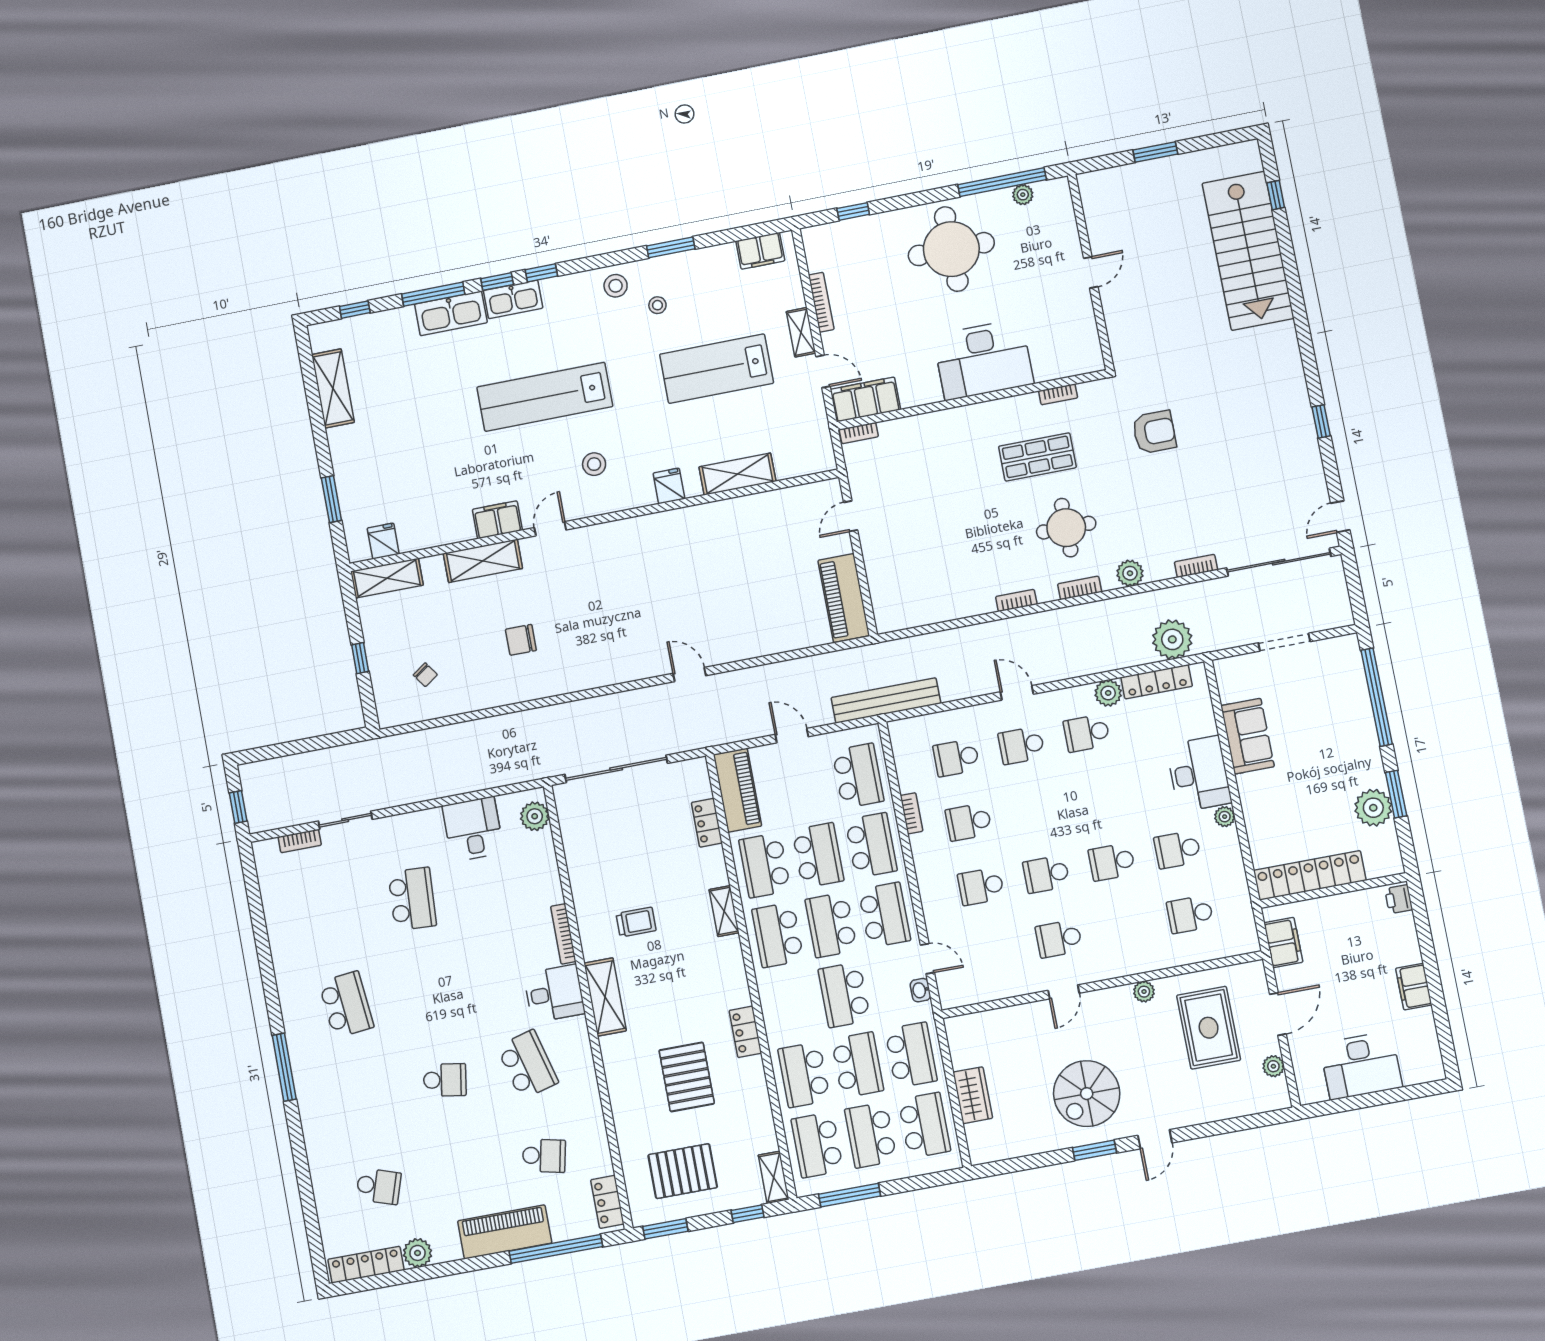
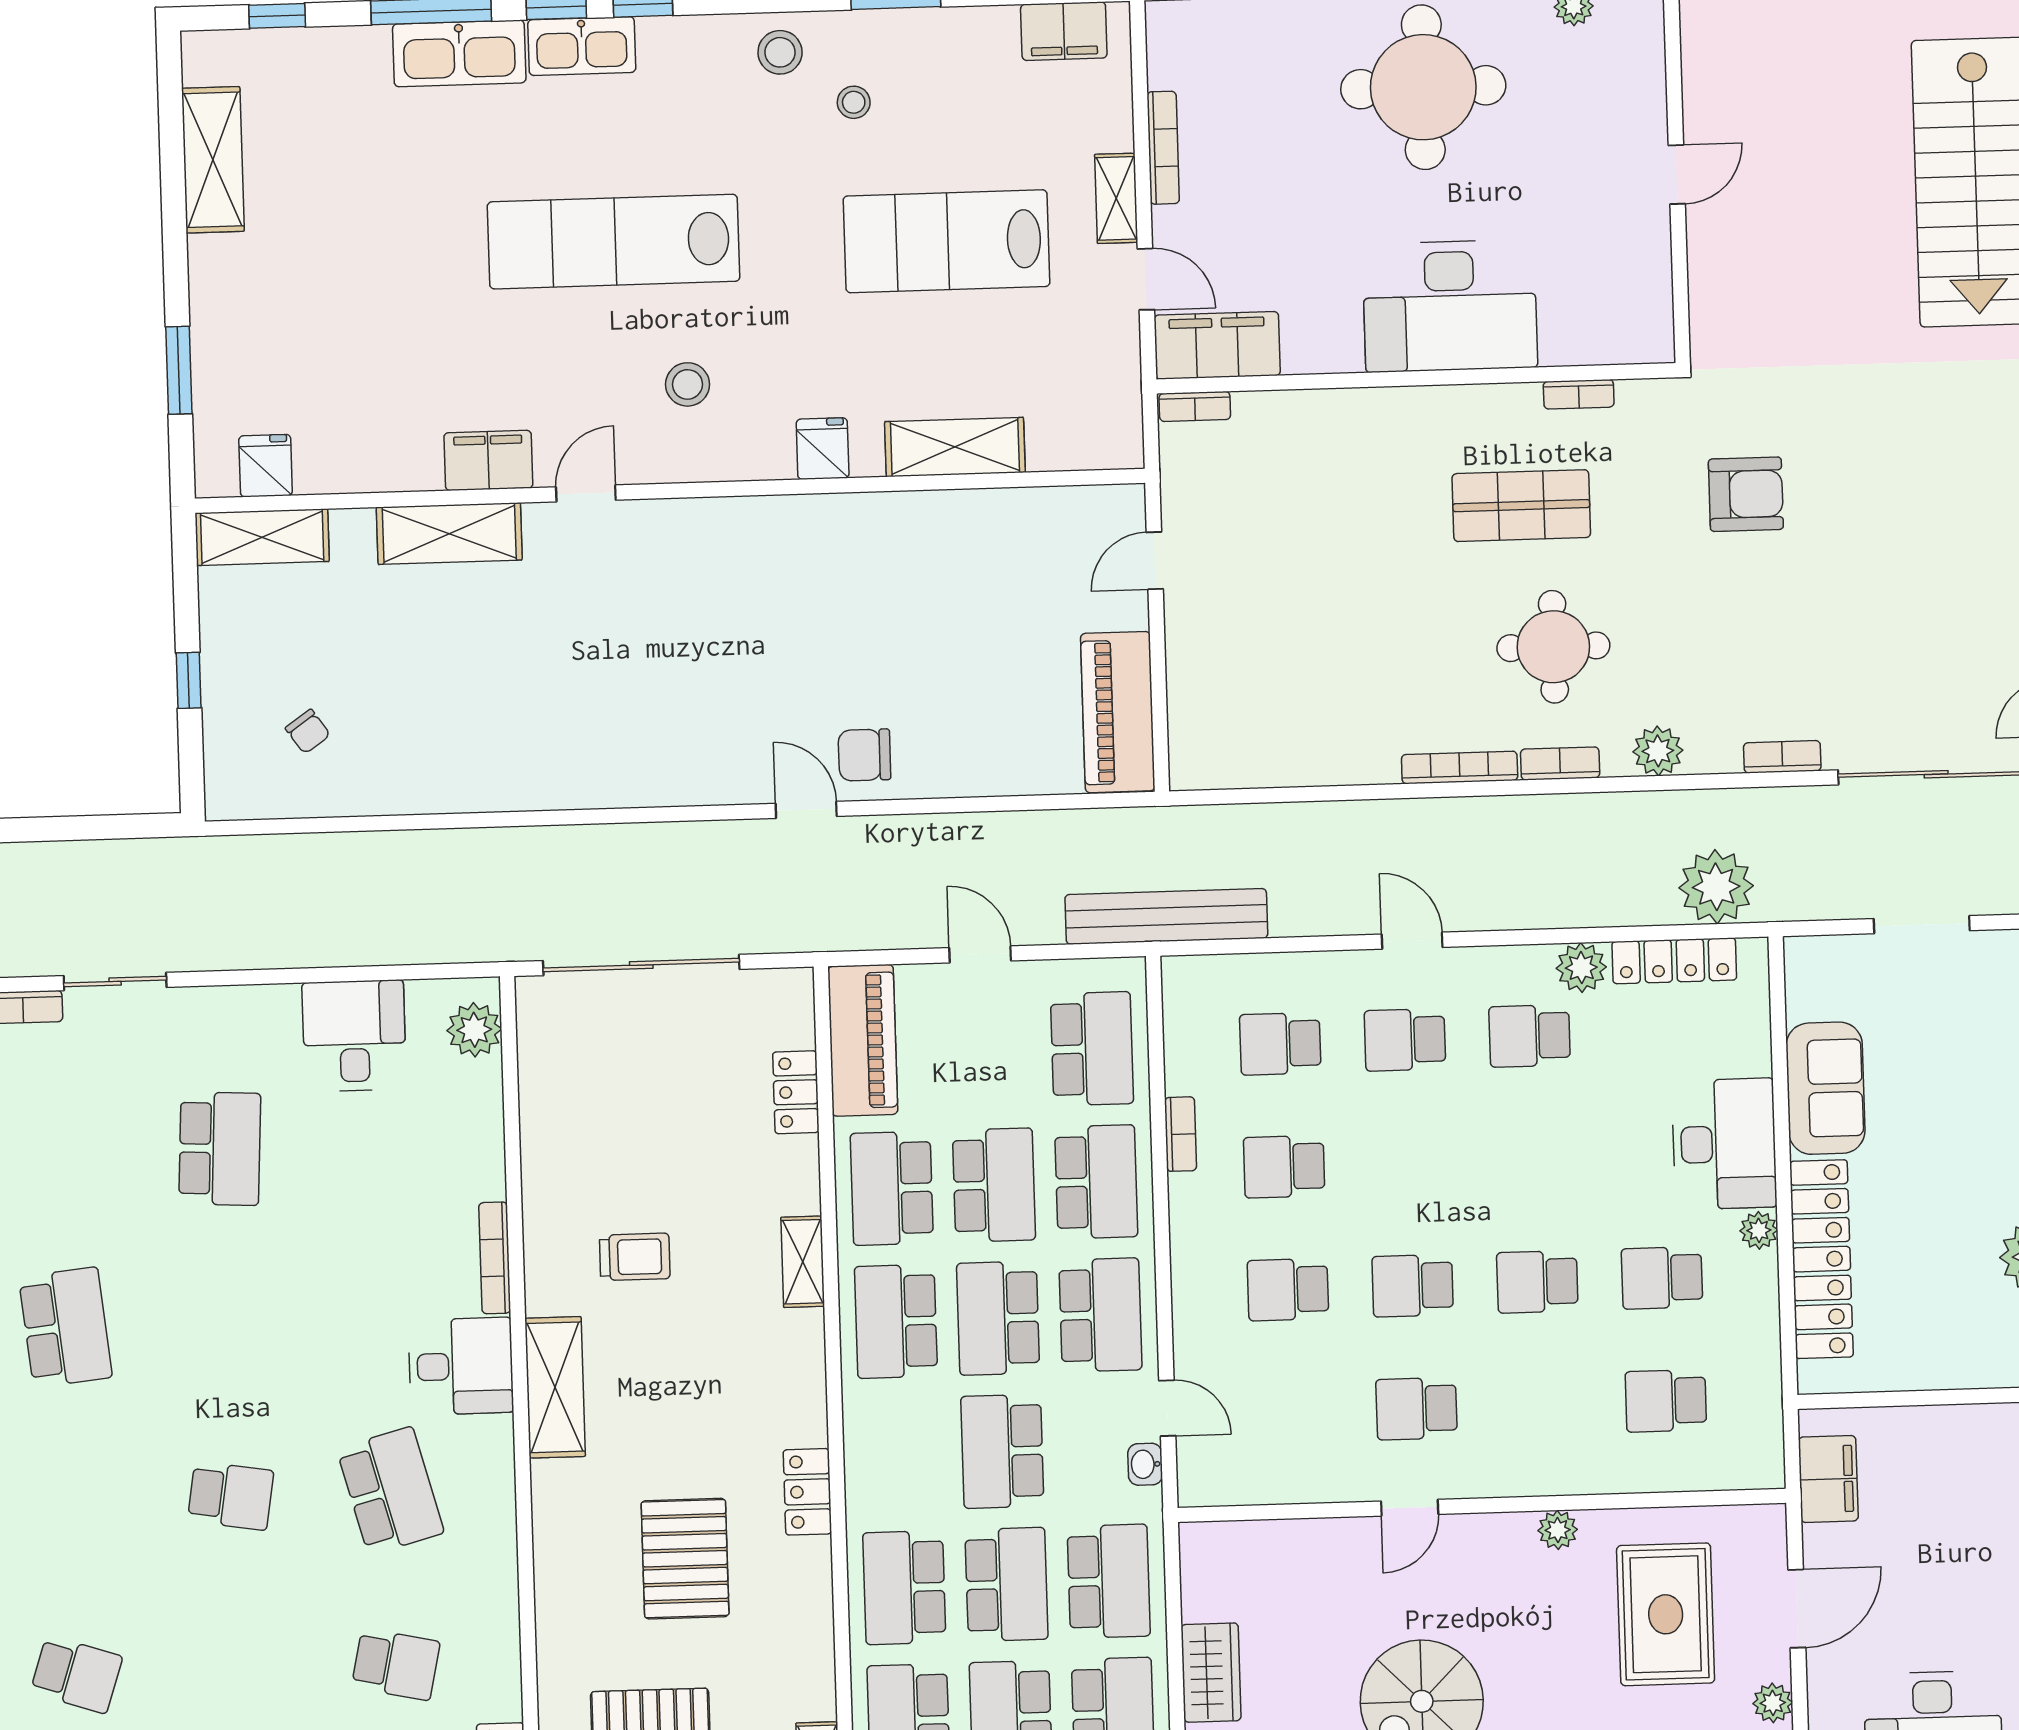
bookcase: (1016, 600) -> (1460, 767), width x1.56
chair: (521, 640) -> (864, 755), moved
locker: (1310, 875) -> (1821, 1259), moved, turned 90

